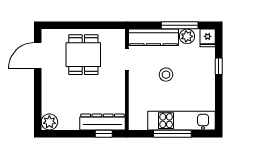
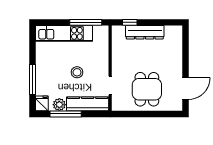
window: (219, 66) -> (32, 79), width x2.17
plant: (49, 122) -> (176, 32), removed
dresser: (102, 122) -> (145, 32), moved
window: (172, 134) -> (86, 22), moved

